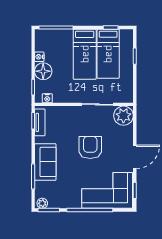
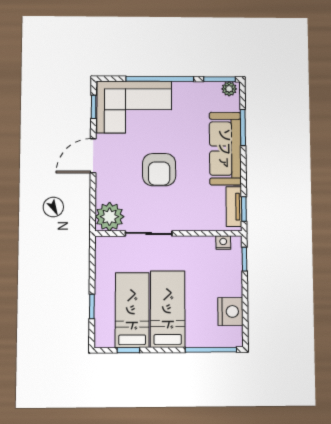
nightstand: (39, 57) -> (230, 311), width x1.89, depth x1.79
floor lamp: (43, 71) -> (230, 283), removed
sofa: (45, 162) -> (225, 149), width x1.36

